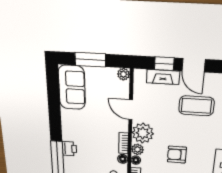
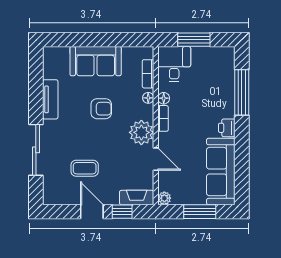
fireplace: (163, 77) -> (137, 198), moved
sofa: (72, 88) -> (221, 172), width x1.36
coffee table: (196, 106) -> (85, 168), width x0.73, depth x0.77
printer: (69, 149) -> (227, 128), moved
plant: (137, 149) -> (147, 112), removed

